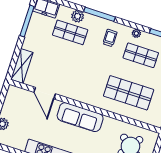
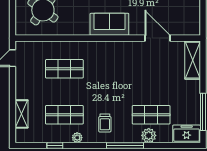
shop shelf: (129, 93) -> (64, 69), width x0.70, depth x0.74
sofa: (80, 117) -> (109, 24), width x0.73

